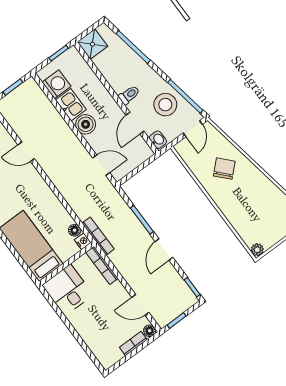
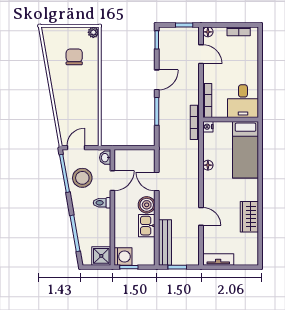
washing machine: (56, 84) -> (123, 256), moved, turned 180
bench: (42, 102) -> (165, 242), added
door: (101, 165) -> (157, 182), moved
chair: (224, 169) -> (74, 57), moved, turned 133
floor lamp: (75, 230) -> (208, 165), moved
bookcase: (133, 344) -> (239, 31), moved

